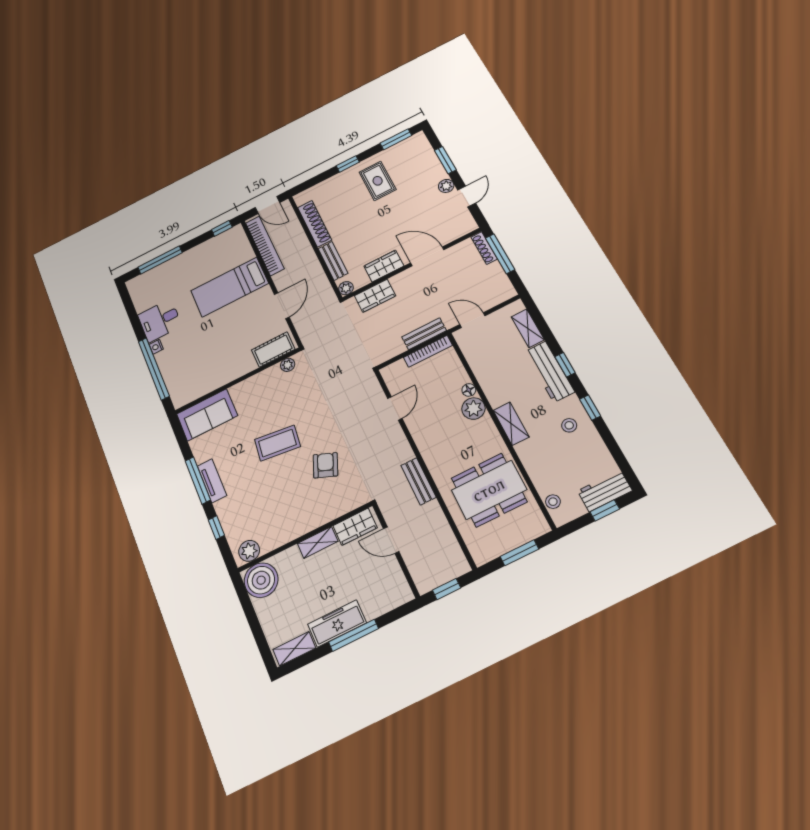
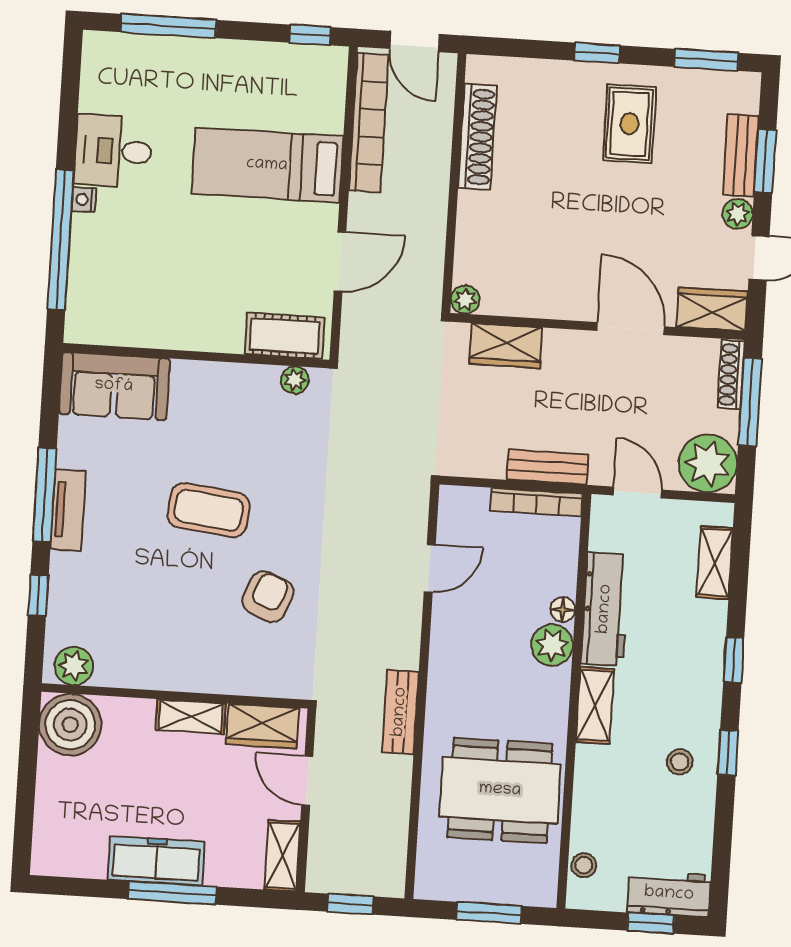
bench: (333, 261) -> (741, 155), moved
wardrobe: (384, 266) -> (712, 309), moved
plant: (497, 289) -> (708, 463), added
workbench: (550, 372) -> (605, 609), moved, turned 180
shelving: (294, 649) -> (282, 856), moved, turned 90

